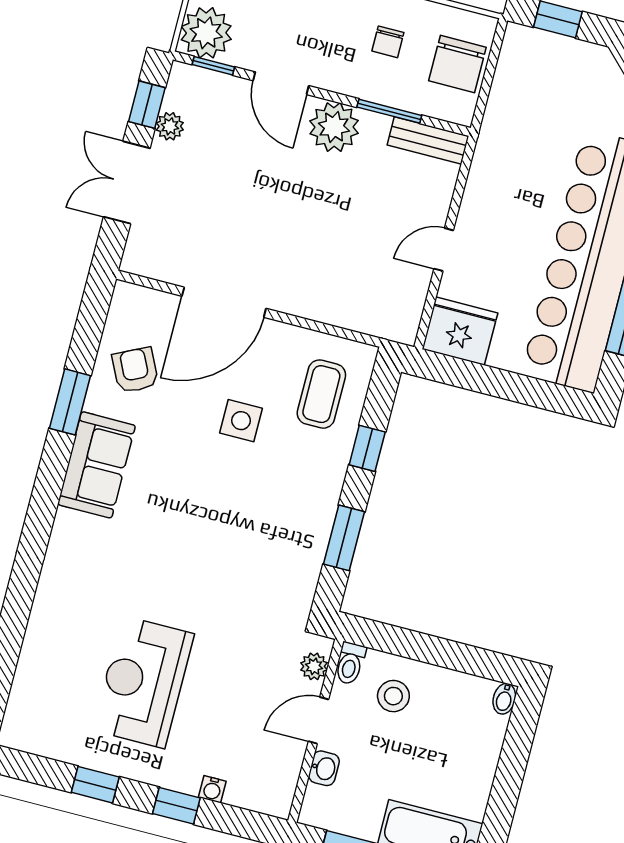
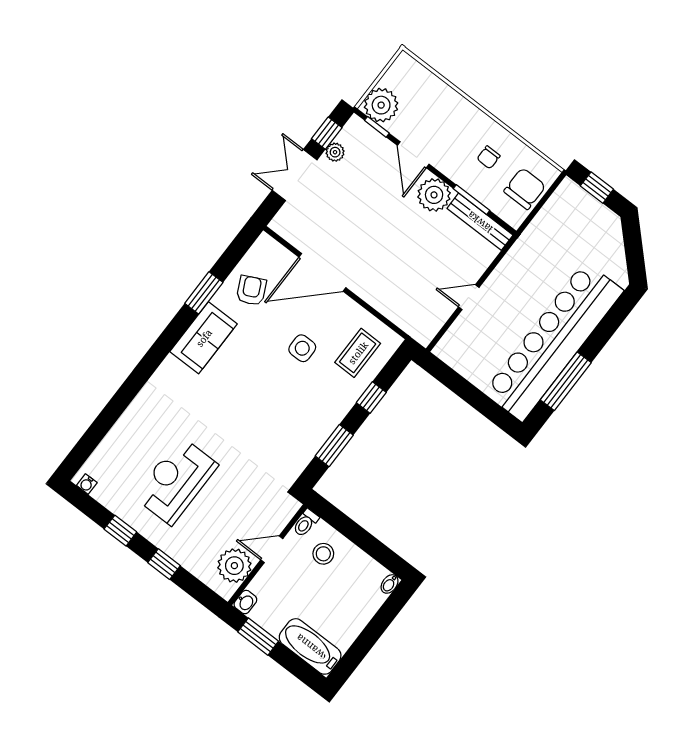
chair: (457, 64) -> (525, 189), turned 180
bench: (428, 141) -> (480, 222), width x1.36
fridge: (460, 331) -> (458, 351), removed
plant: (314, 666) -> (234, 566), moved, width x1.87, depth x1.87
washbasin: (324, 768) -> (245, 602), moved
water cooler: (212, 789) -> (87, 484), moved

